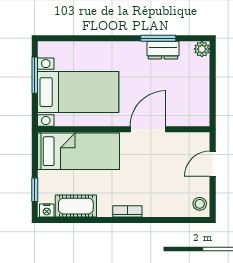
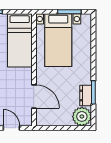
plant: (202, 49) -> (82, 116), width x1.87, depth x1.87
door: (148, 129) -> (34, 97), moved

